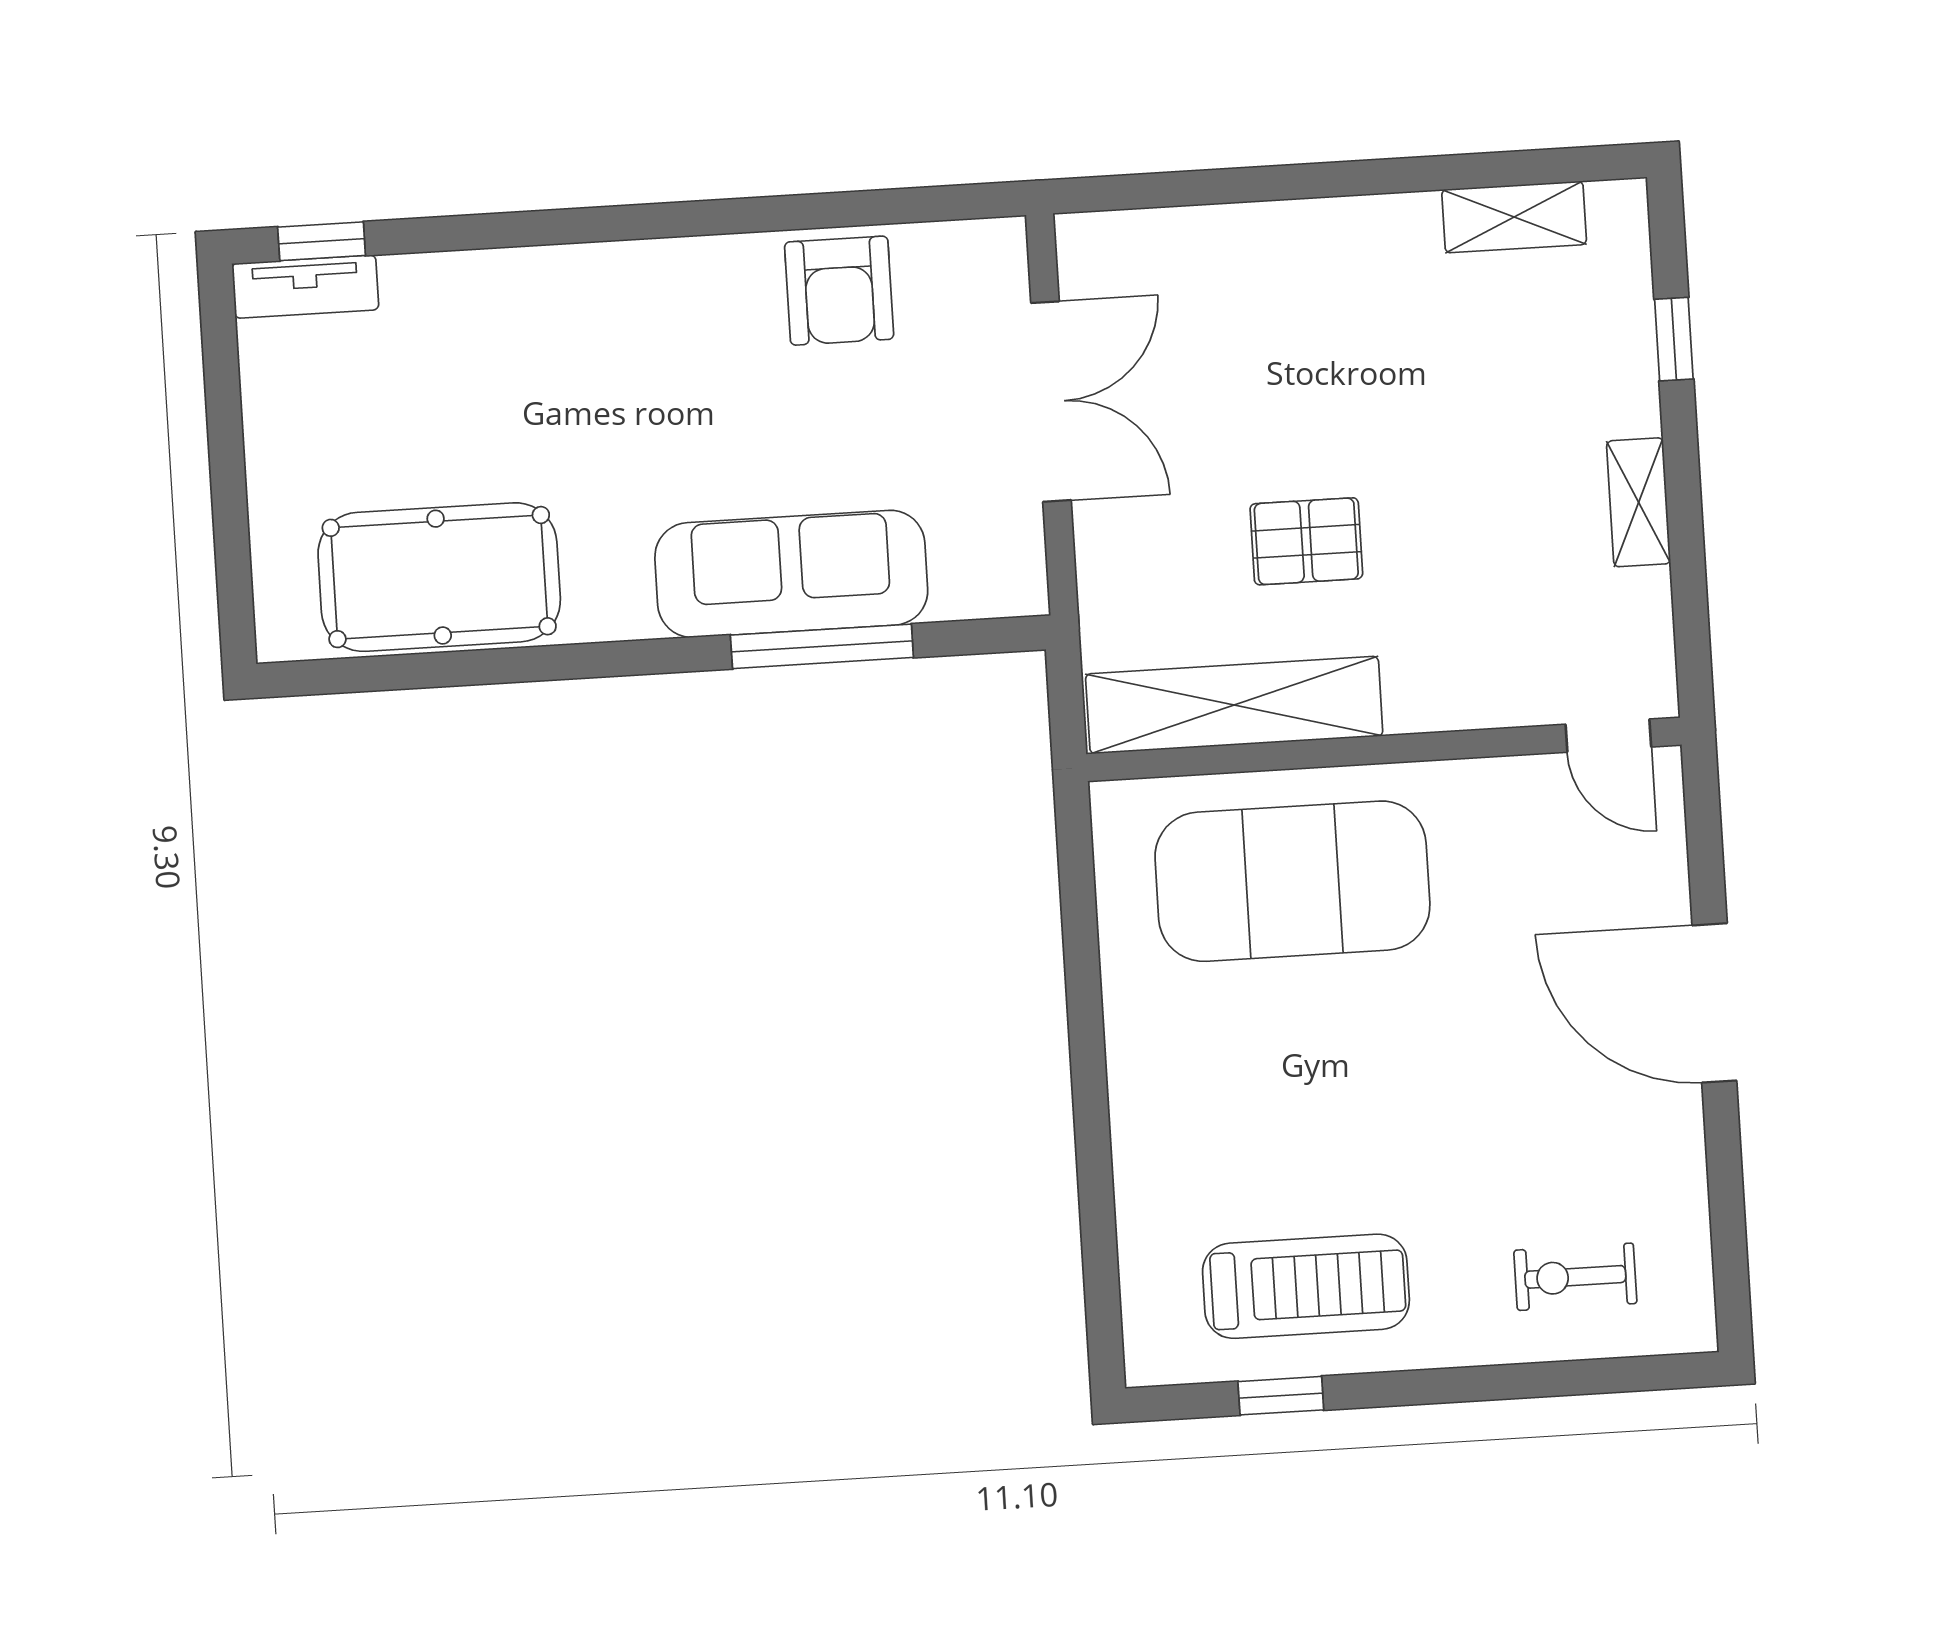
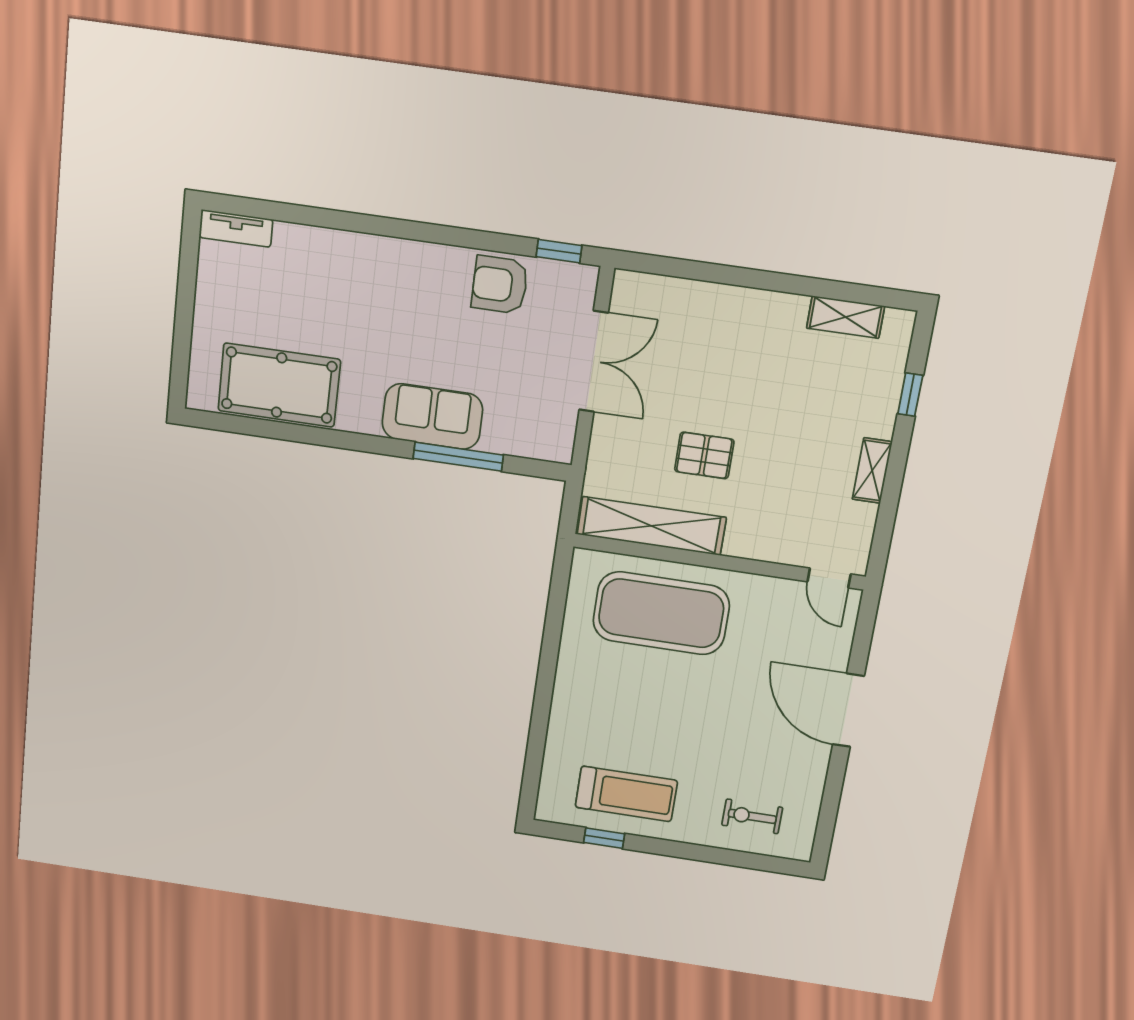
window: (322, 241) -> (559, 251), moved
armchair: (839, 291) -> (500, 285), turned 90
sofa: (791, 574) -> (432, 416), width x0.73

